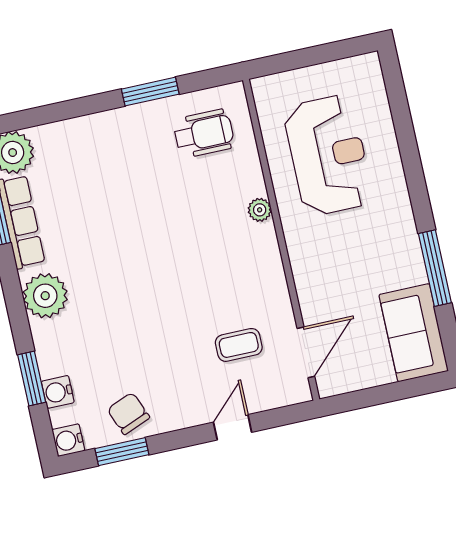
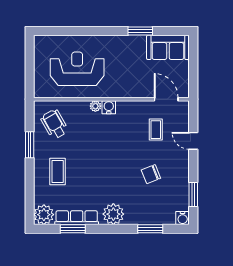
wheelchair: (204, 133) -> (54, 124), turned -30
coffee table: (108, 161) -> (58, 172), added
window: (435, 268) -> (140, 31), width x0.69
water cooler: (58, 392) -> (109, 107), moved, turned 180
chair: (128, 413) -> (151, 174), moved

